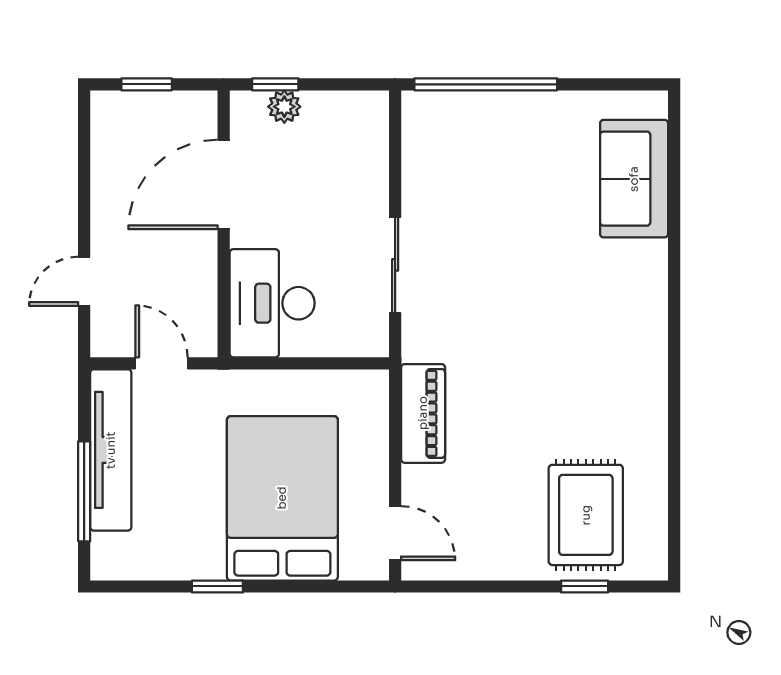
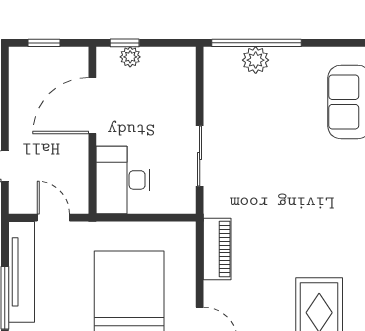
plant: (484, 112) -> (256, 60), added

